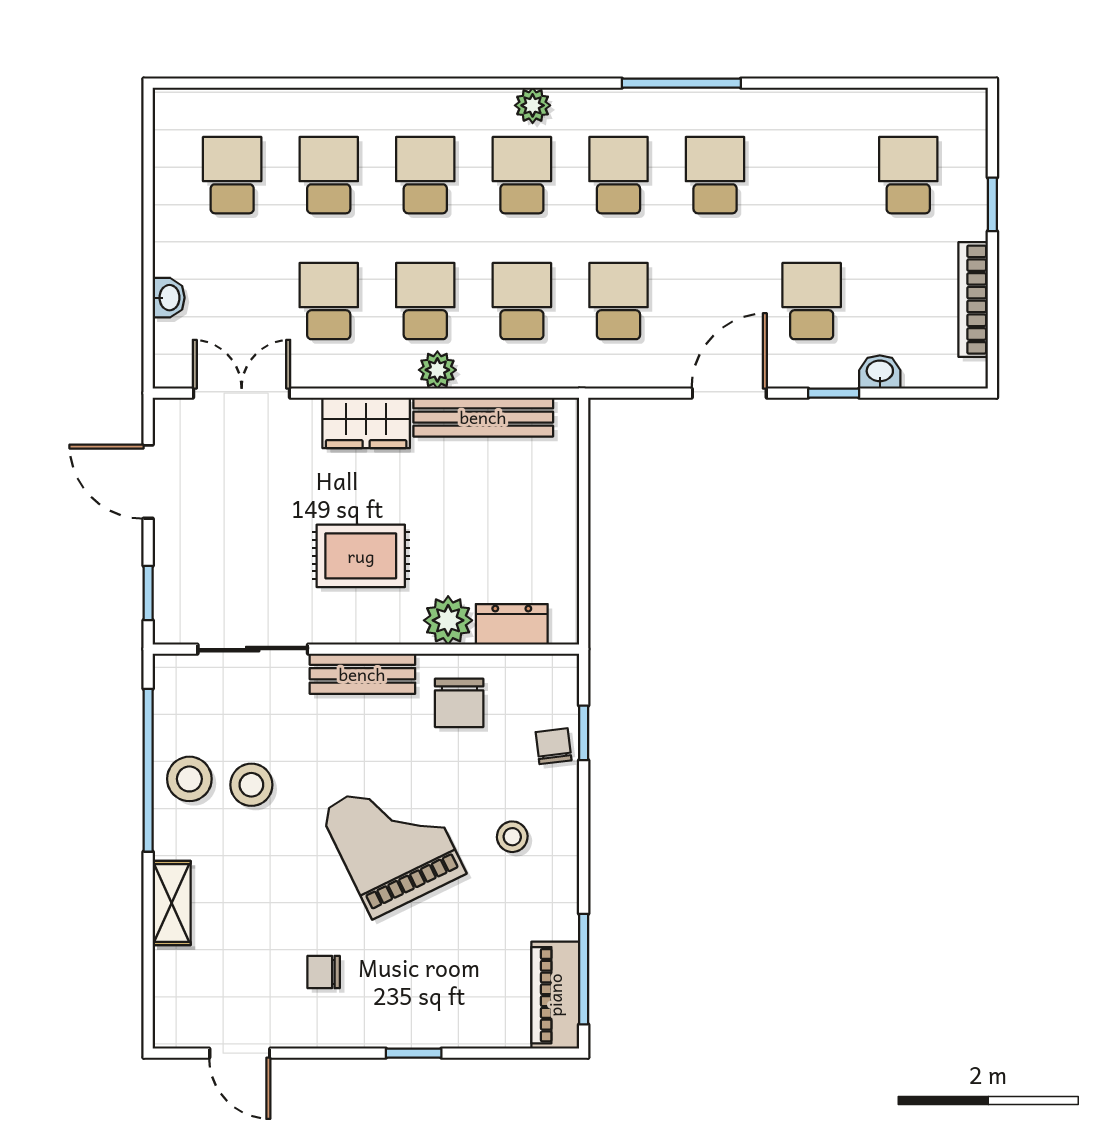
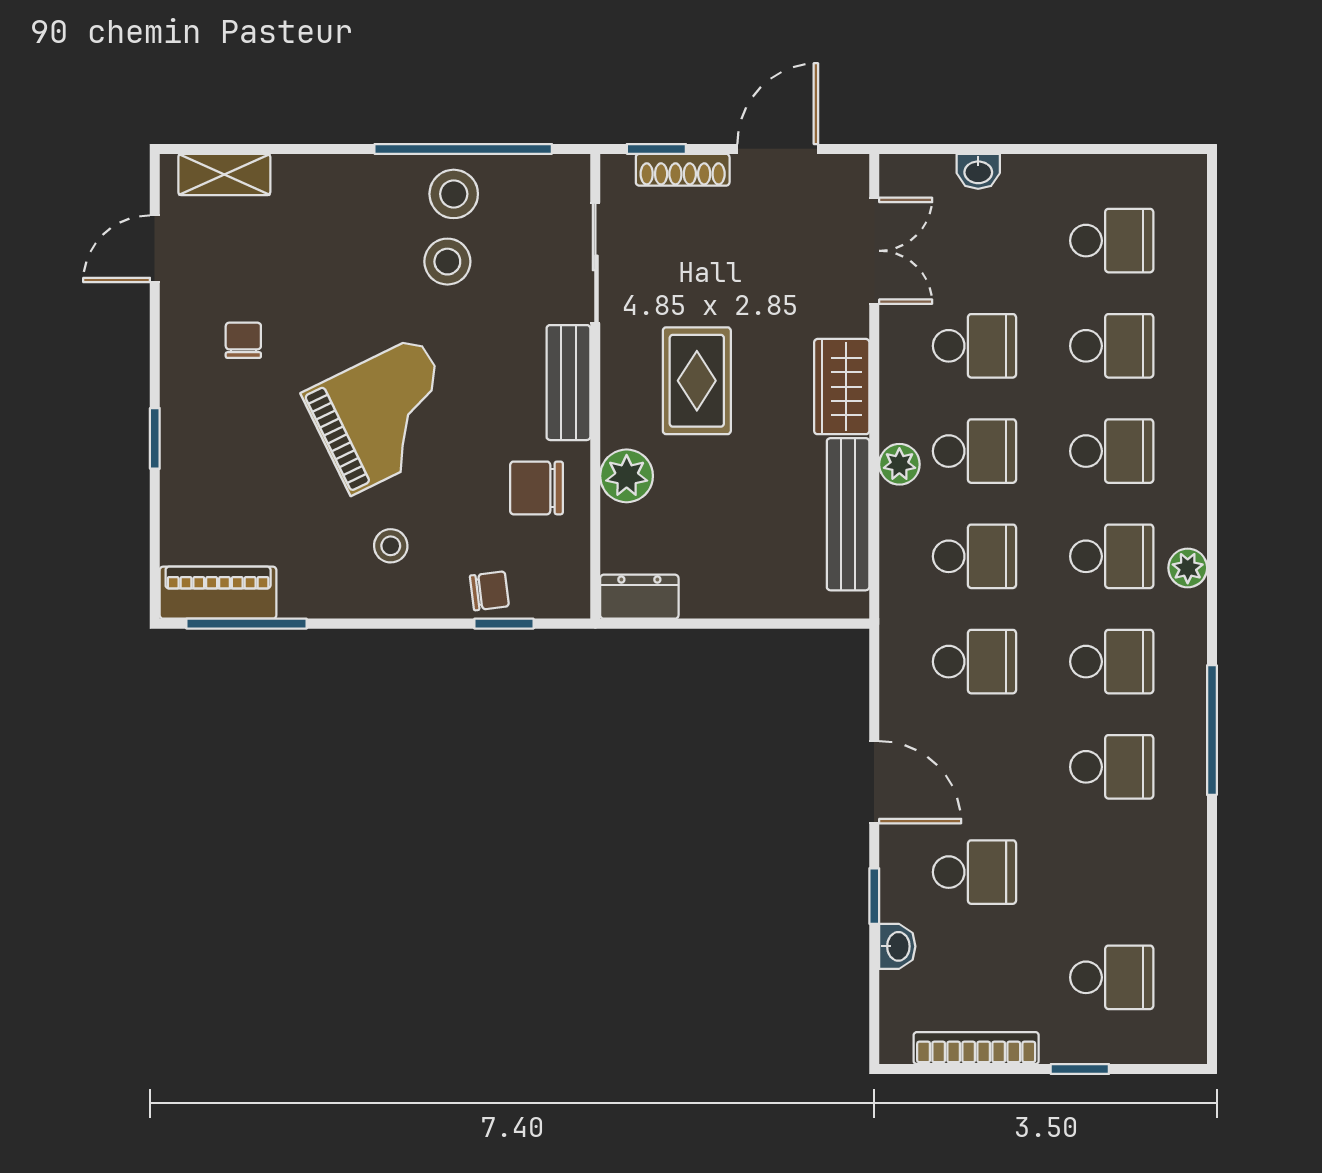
shoe rack: (167, 569) -> (683, 170), added
dresser: (512, 624) -> (639, 597), moved, turned -90
shelving: (172, 903) -> (224, 175), moved

